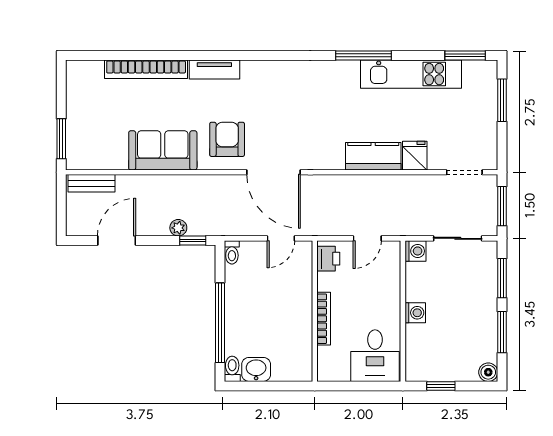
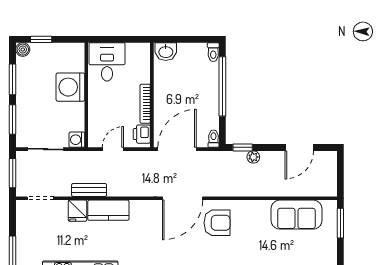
armchair: (227, 139) -> (217, 223), turned -90
sofa: (163, 150) -> (296, 215), moved
door: (274, 172) -> (183, 198), swing flipped
bench: (92, 183) -> (89, 190), moved
door: (281, 238) -> (177, 149), width x1.88
washing machine: (415, 313) -> (70, 87), width x1.89, depth x1.89
bookcase: (324, 319) -> (145, 104), moved
washbasin: (256, 369) -> (166, 52), moved
window: (441, 386) -> (41, 39), moved

